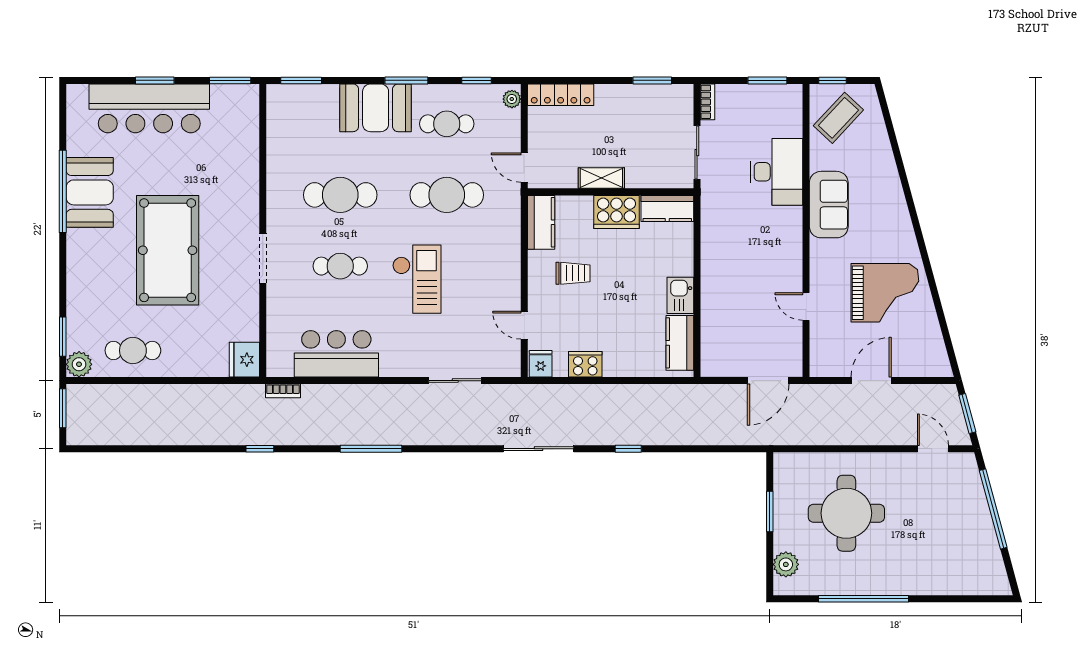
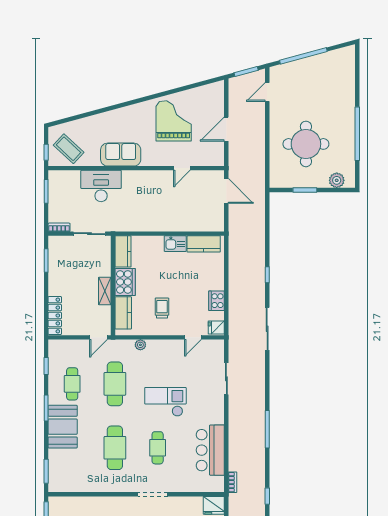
plant: (512, 99) -> (140, 345), moved
kitchen counter: (541, 222) -> (123, 313), moved, turned 90
door: (871, 381) -> (226, 129), hinge flipped

